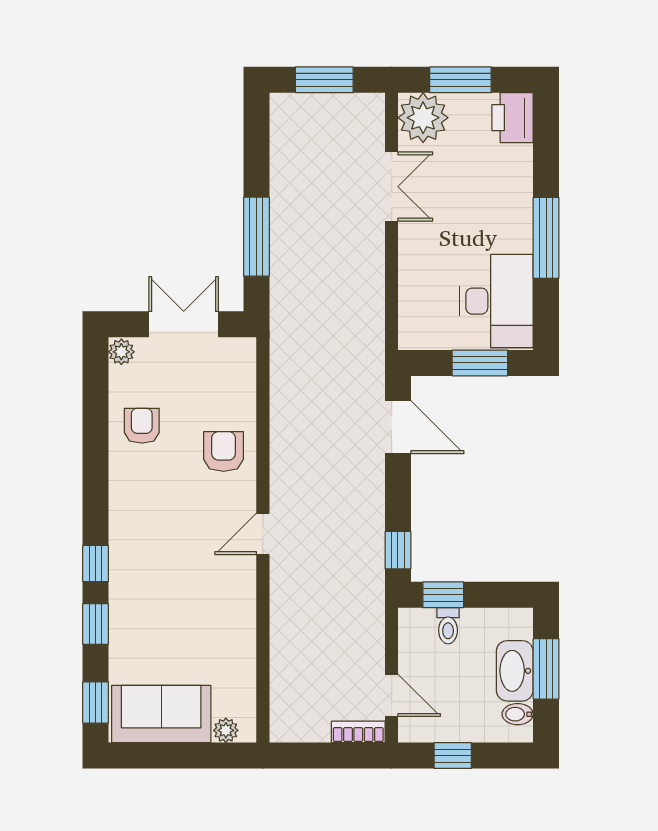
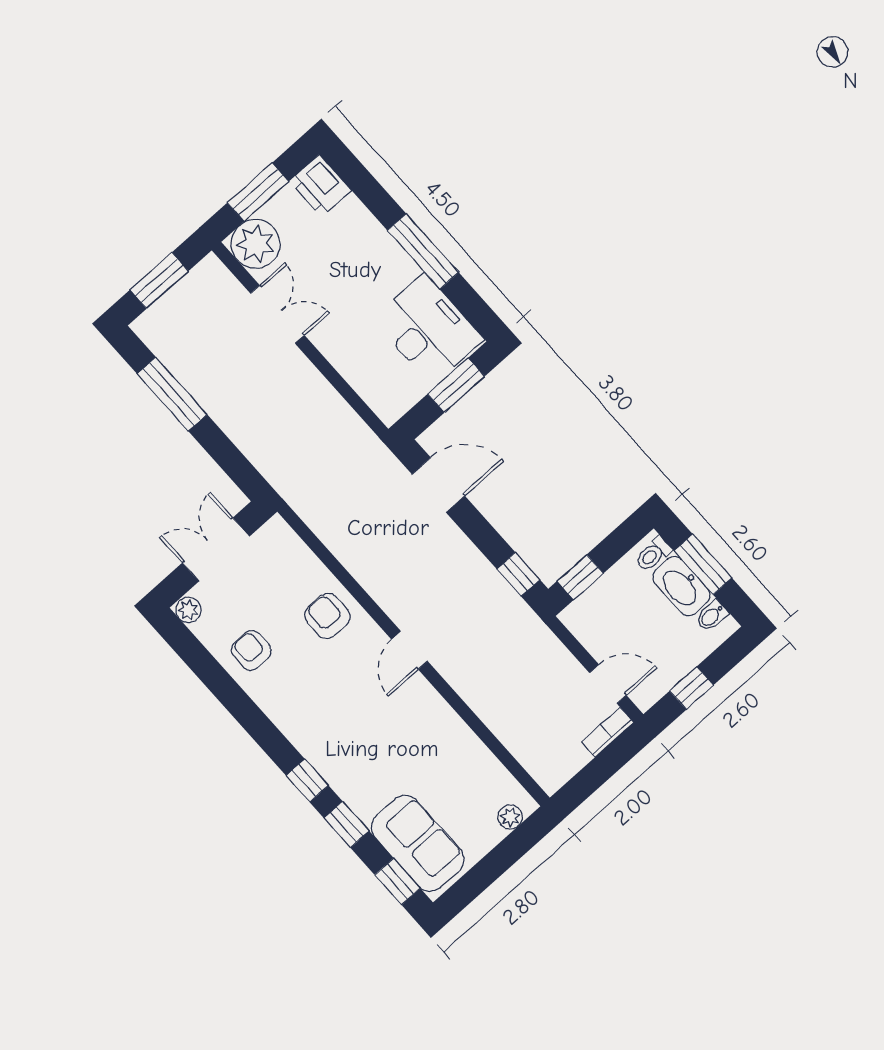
window: (256, 237) -> (172, 394), moved
toilet: (448, 626) -> (653, 554), moved, turned 90
sofa: (161, 714) -> (418, 843), moved, turned 90

